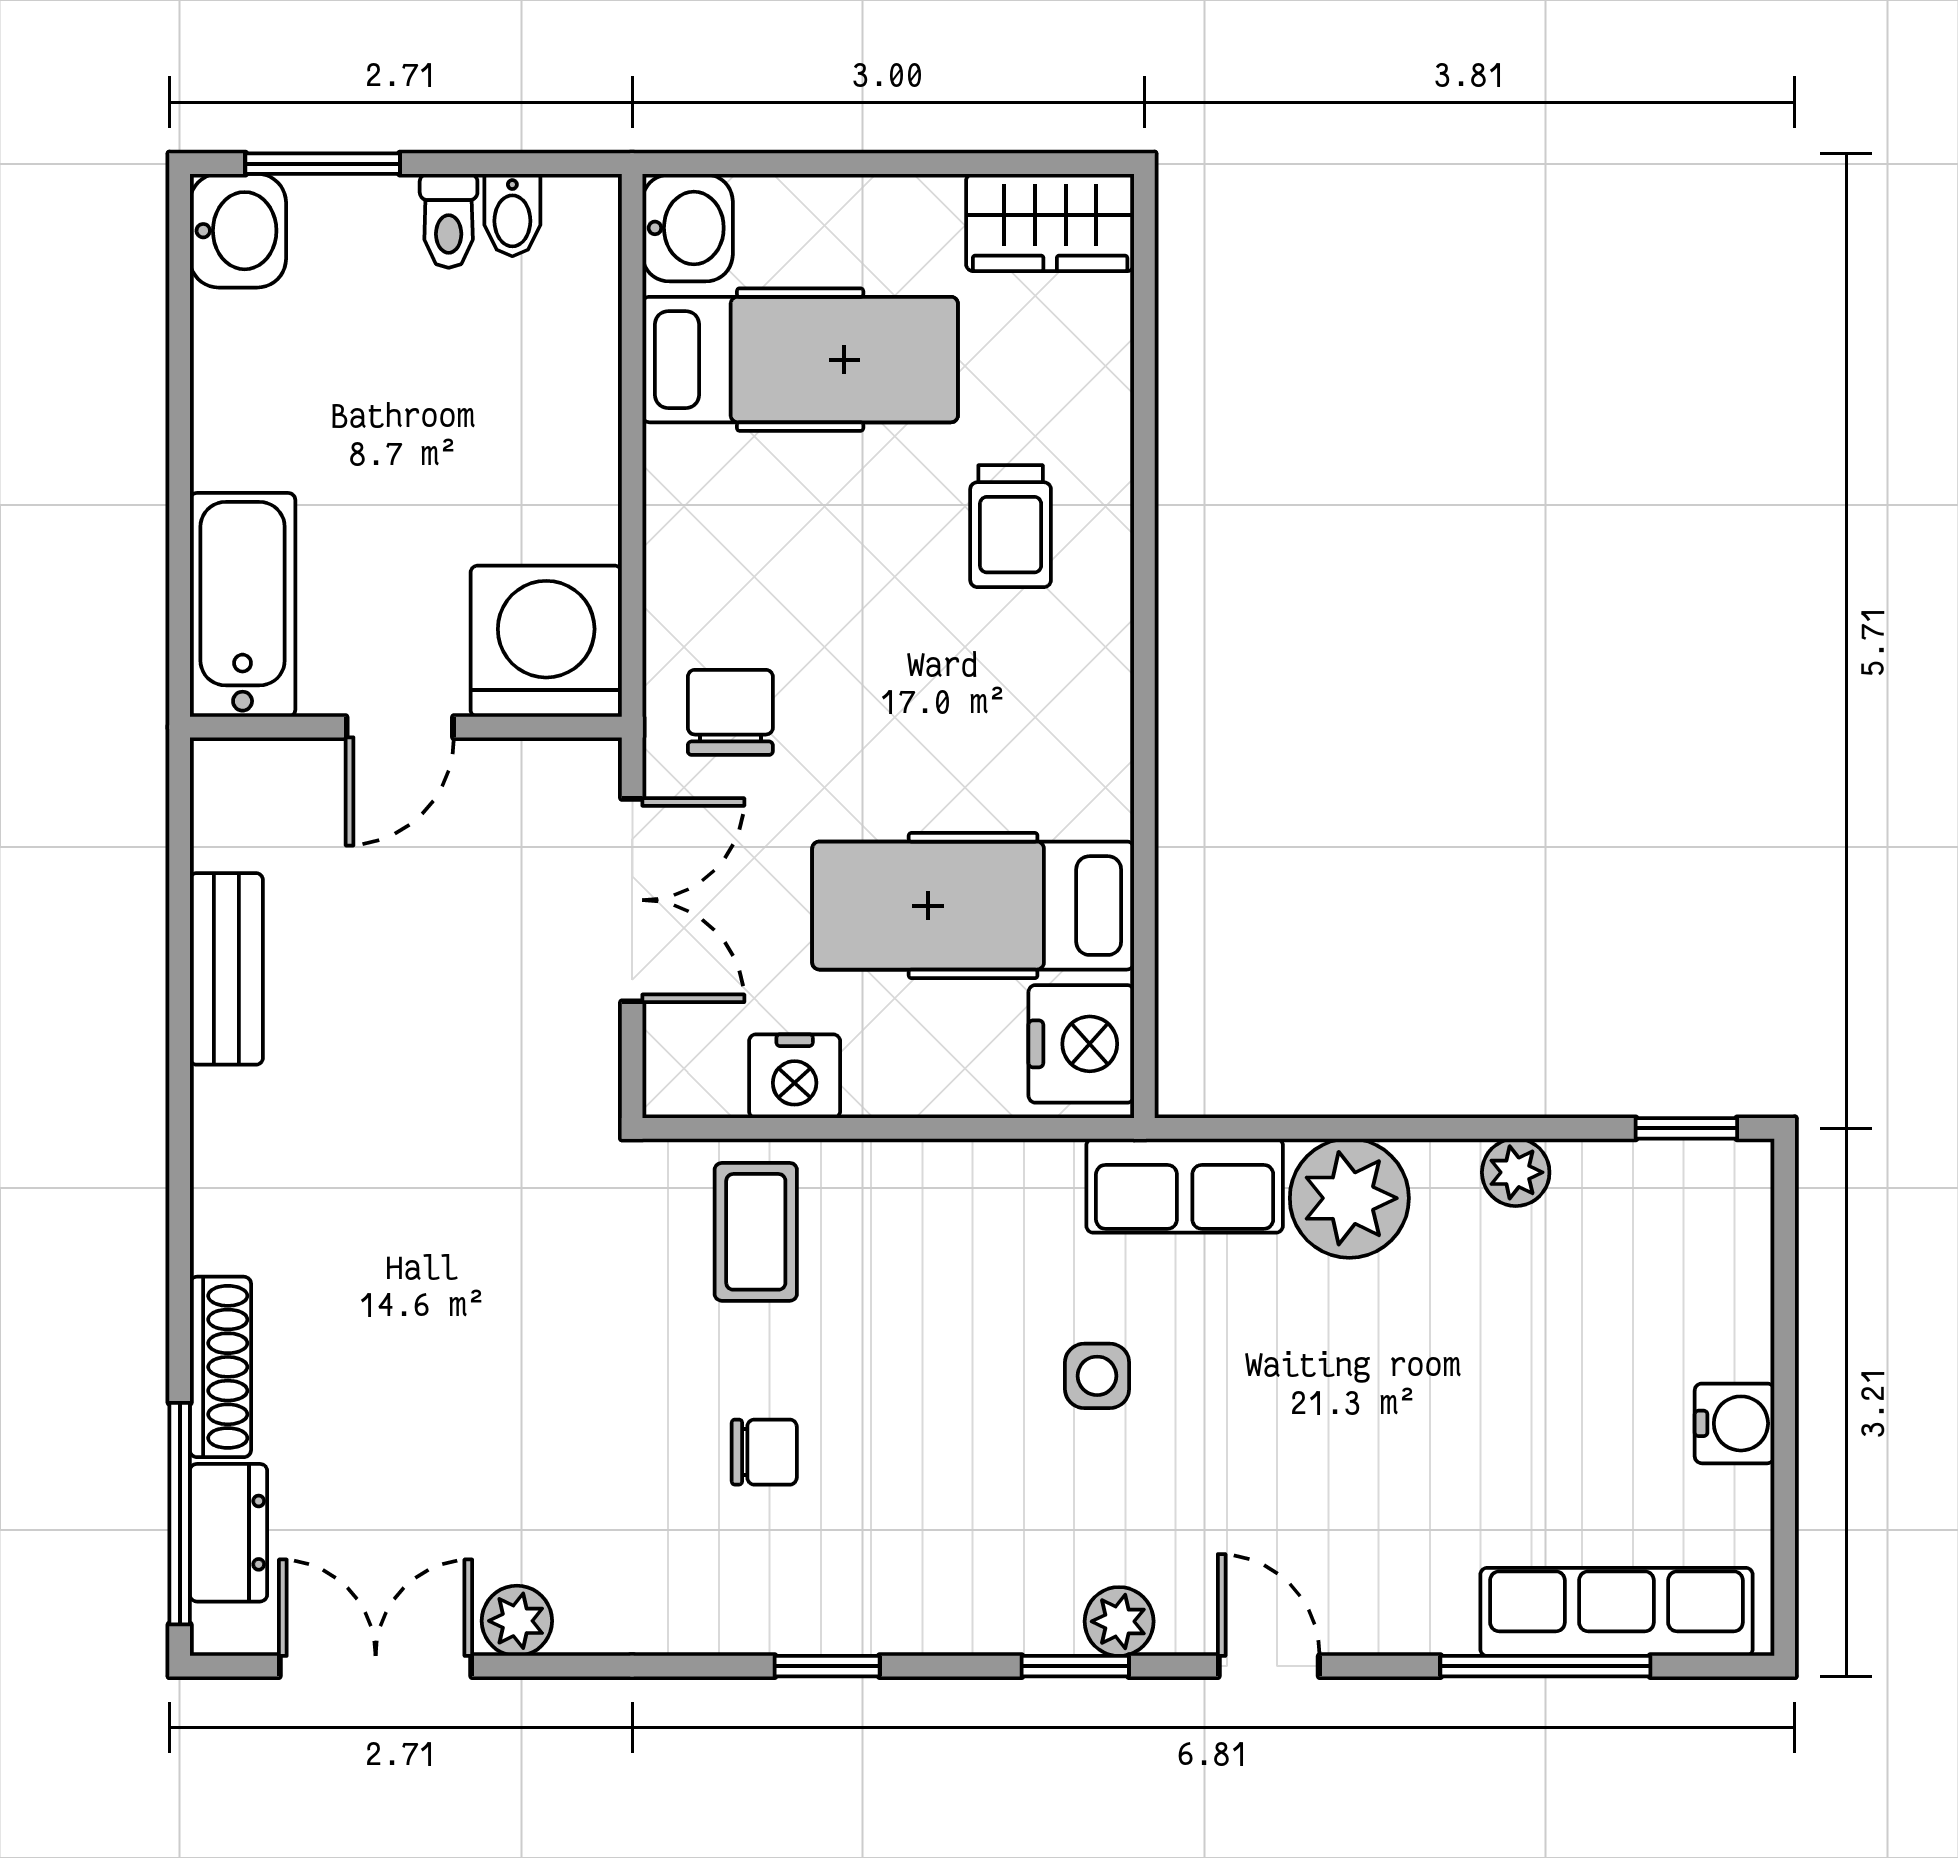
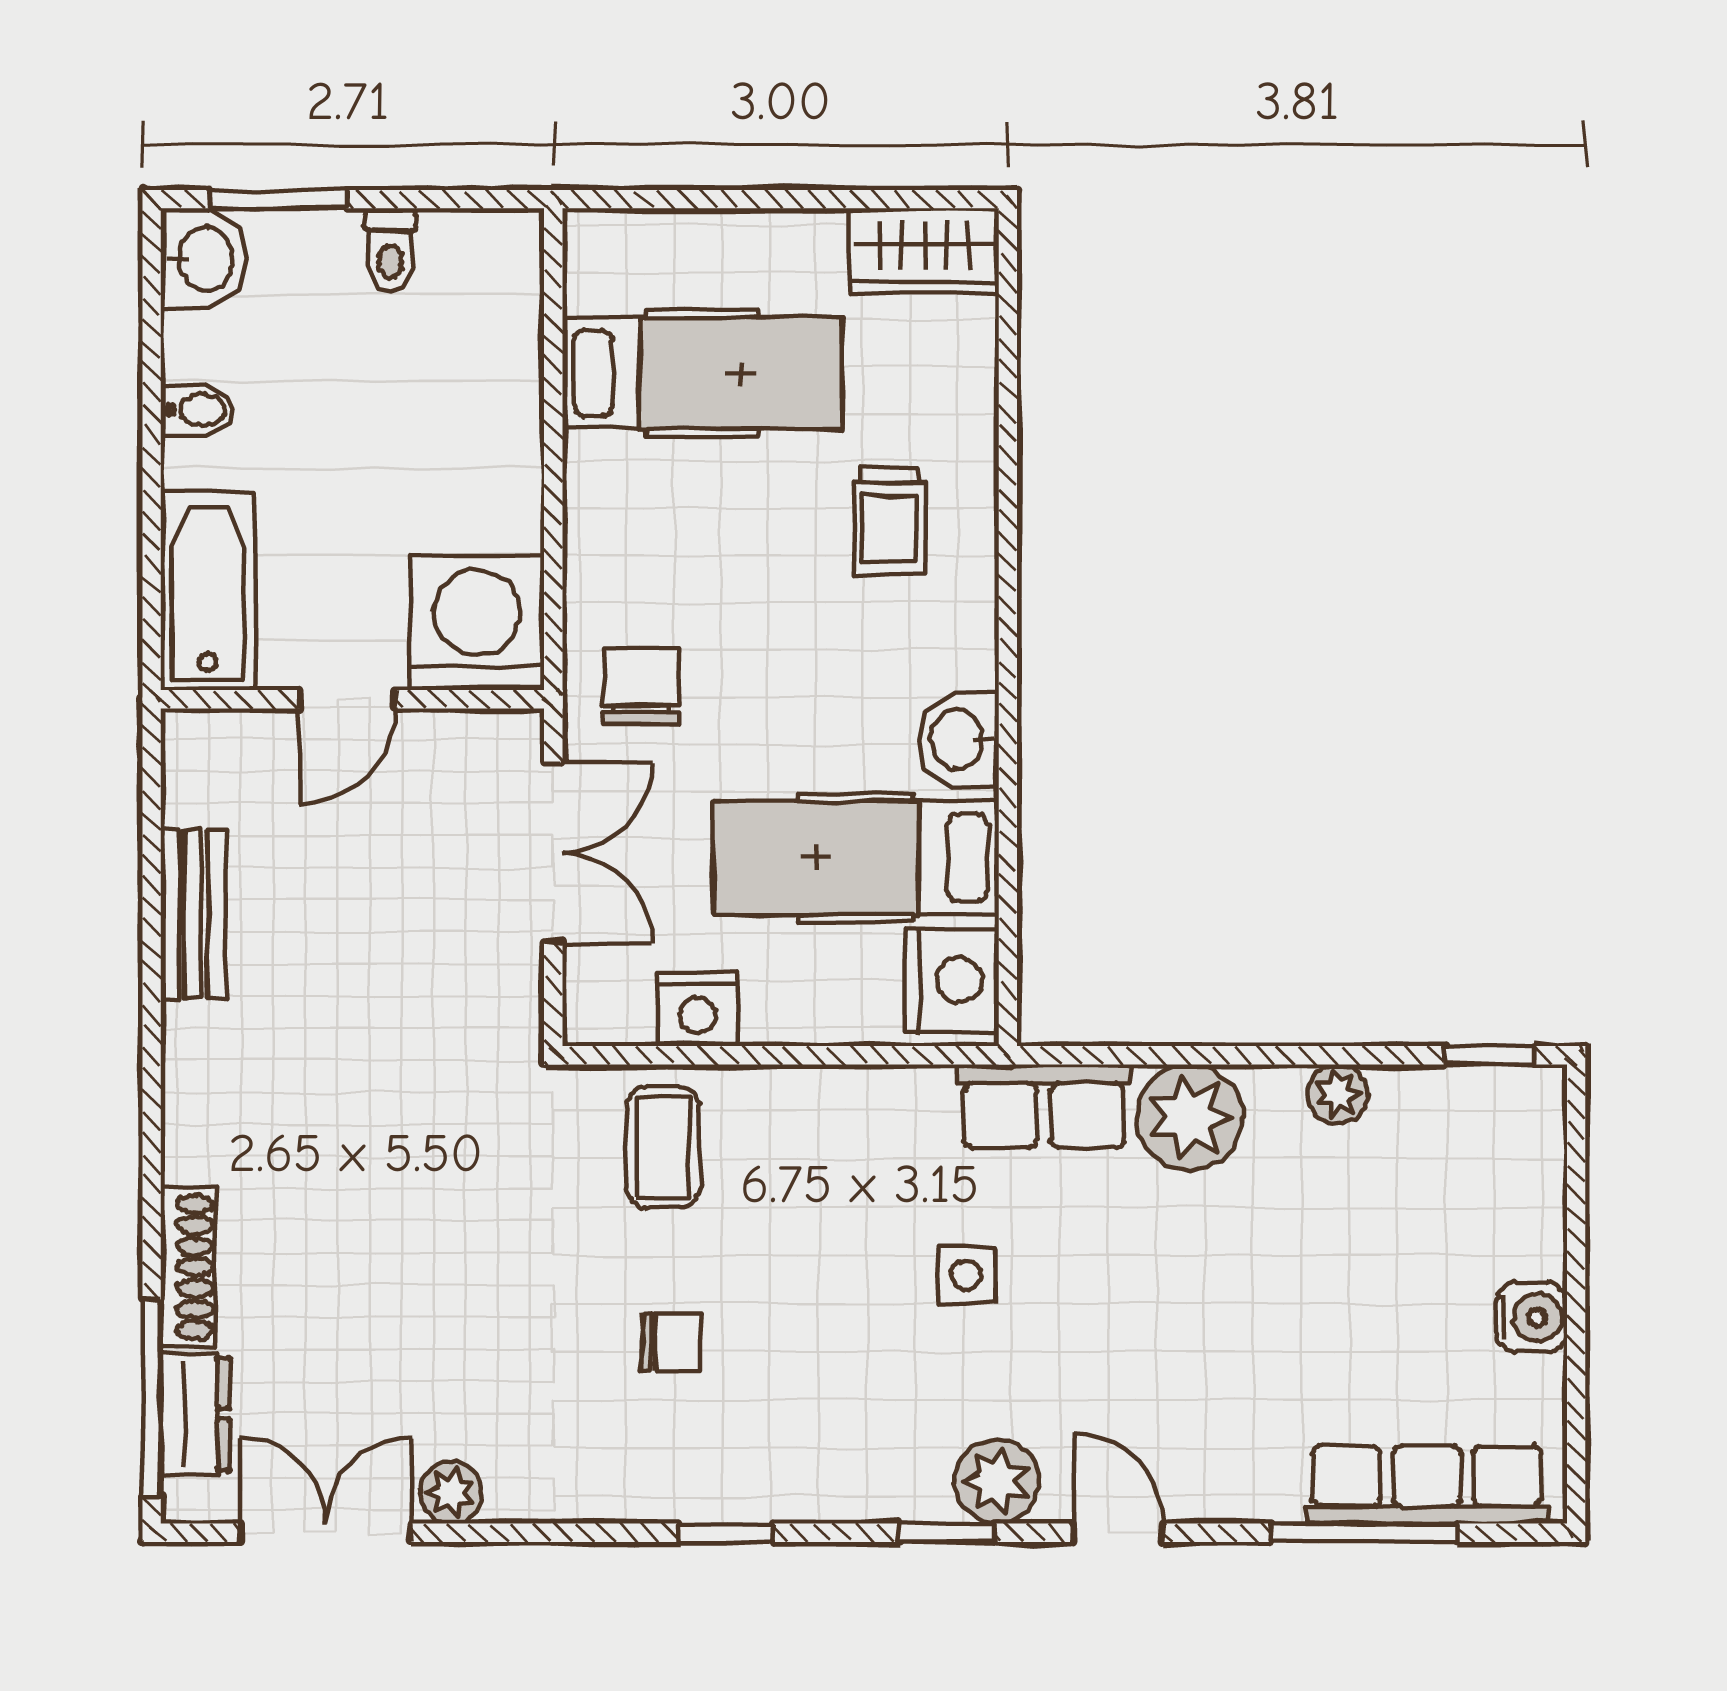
bidet: (512, 215) -> (197, 410), moved, turned -90
washbasin: (688, 228) -> (959, 740), moved, turned 180
plant: (1119, 1621) -> (997, 1482), width x1.38, depth x1.38

